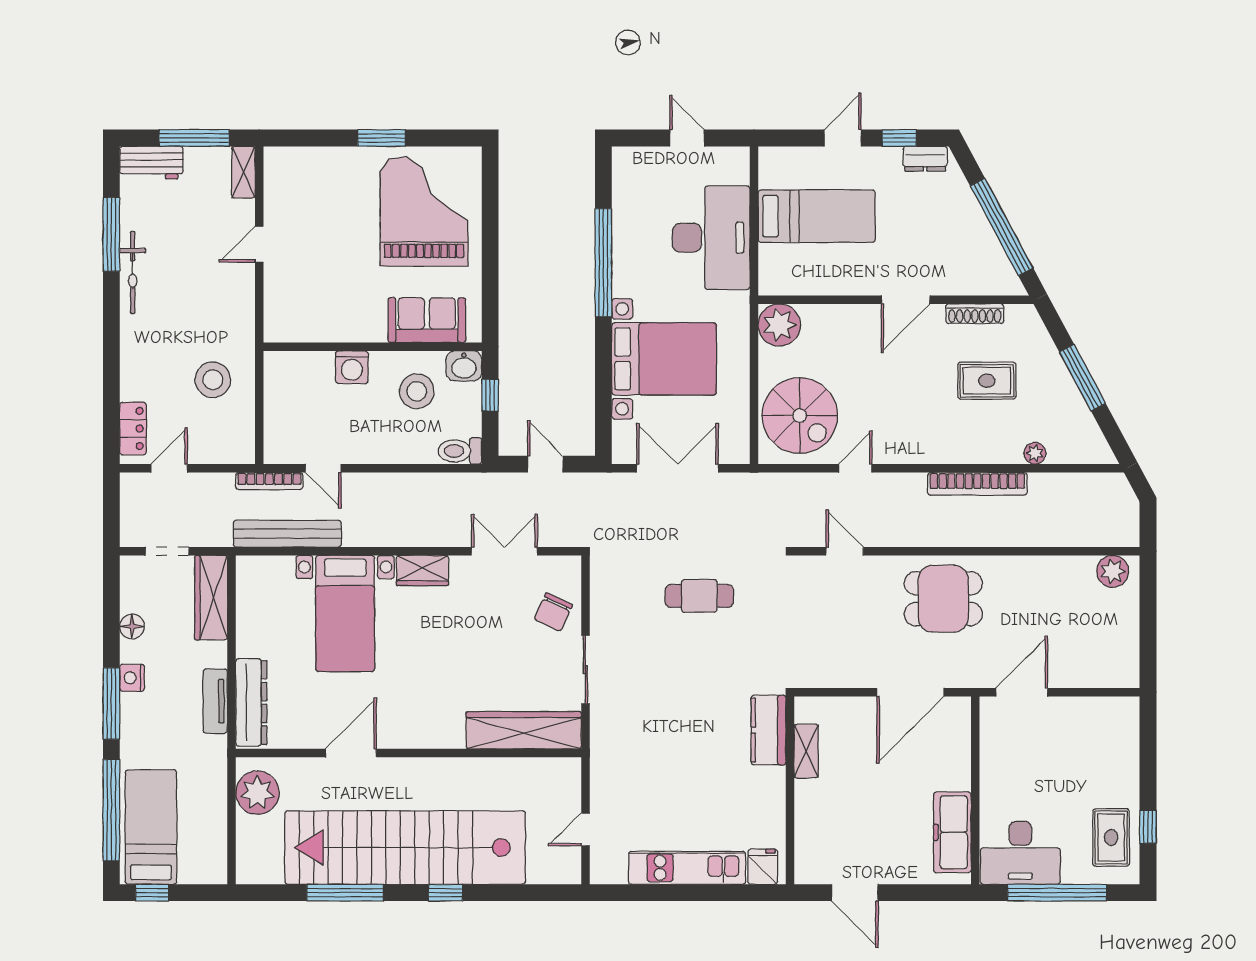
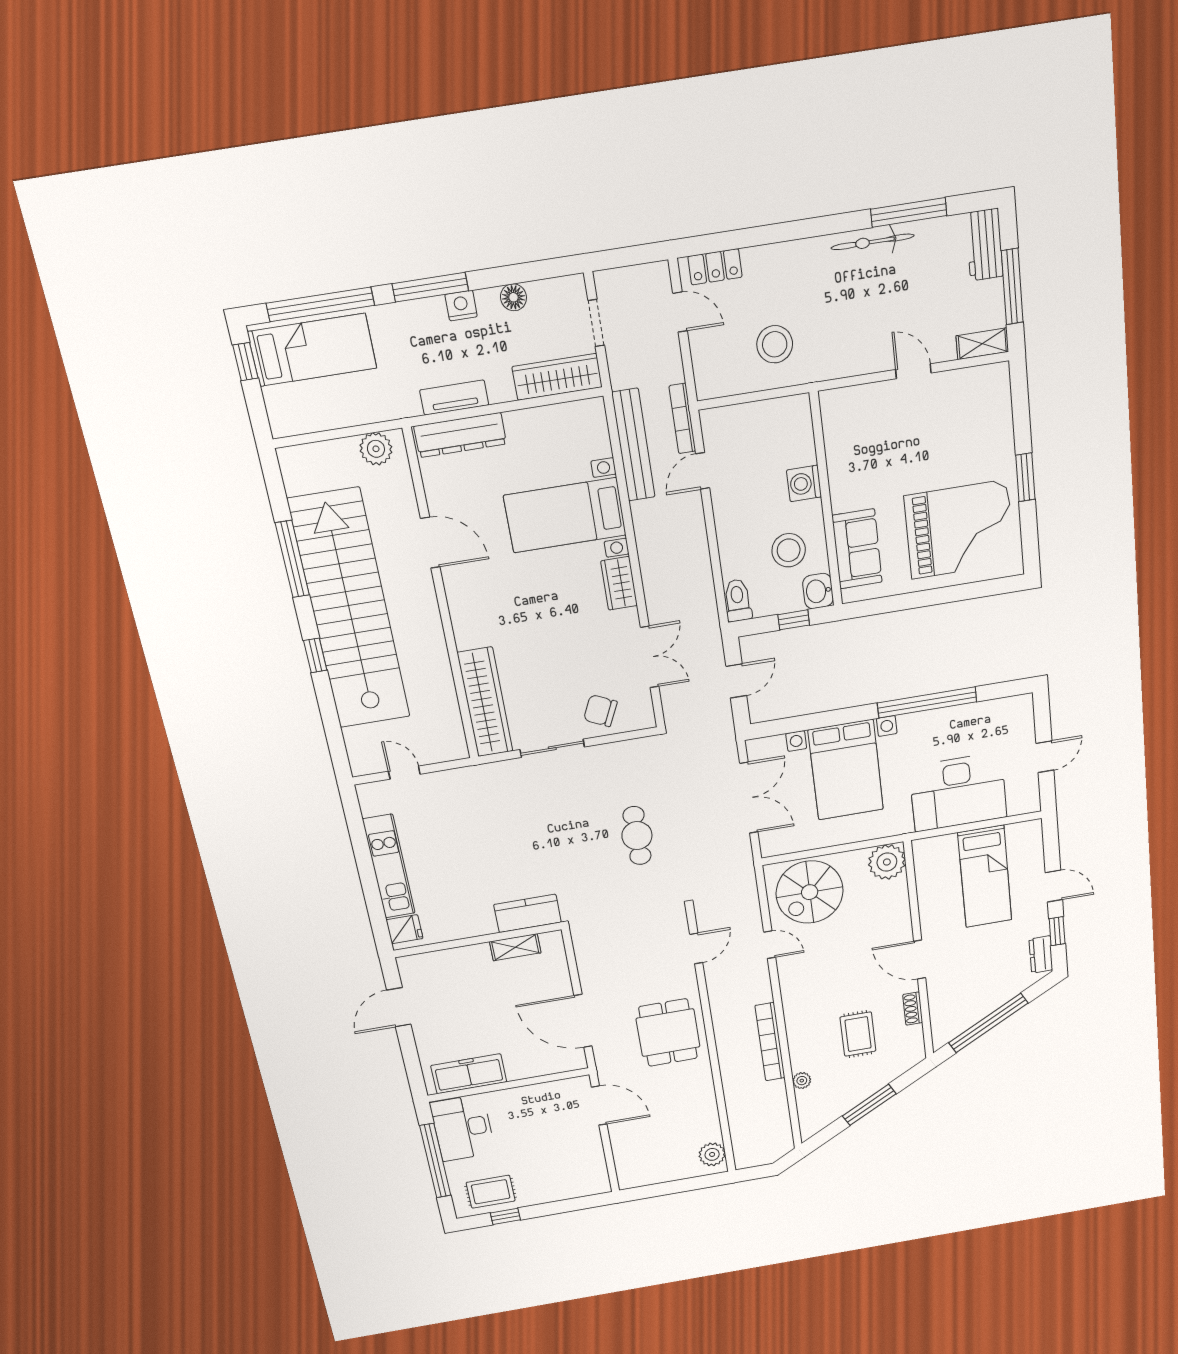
shoe rack: (975, 314) -> (913, 1009), width x0.70
plant: (257, 793) -> (376, 449), width x0.73, depth x0.73

